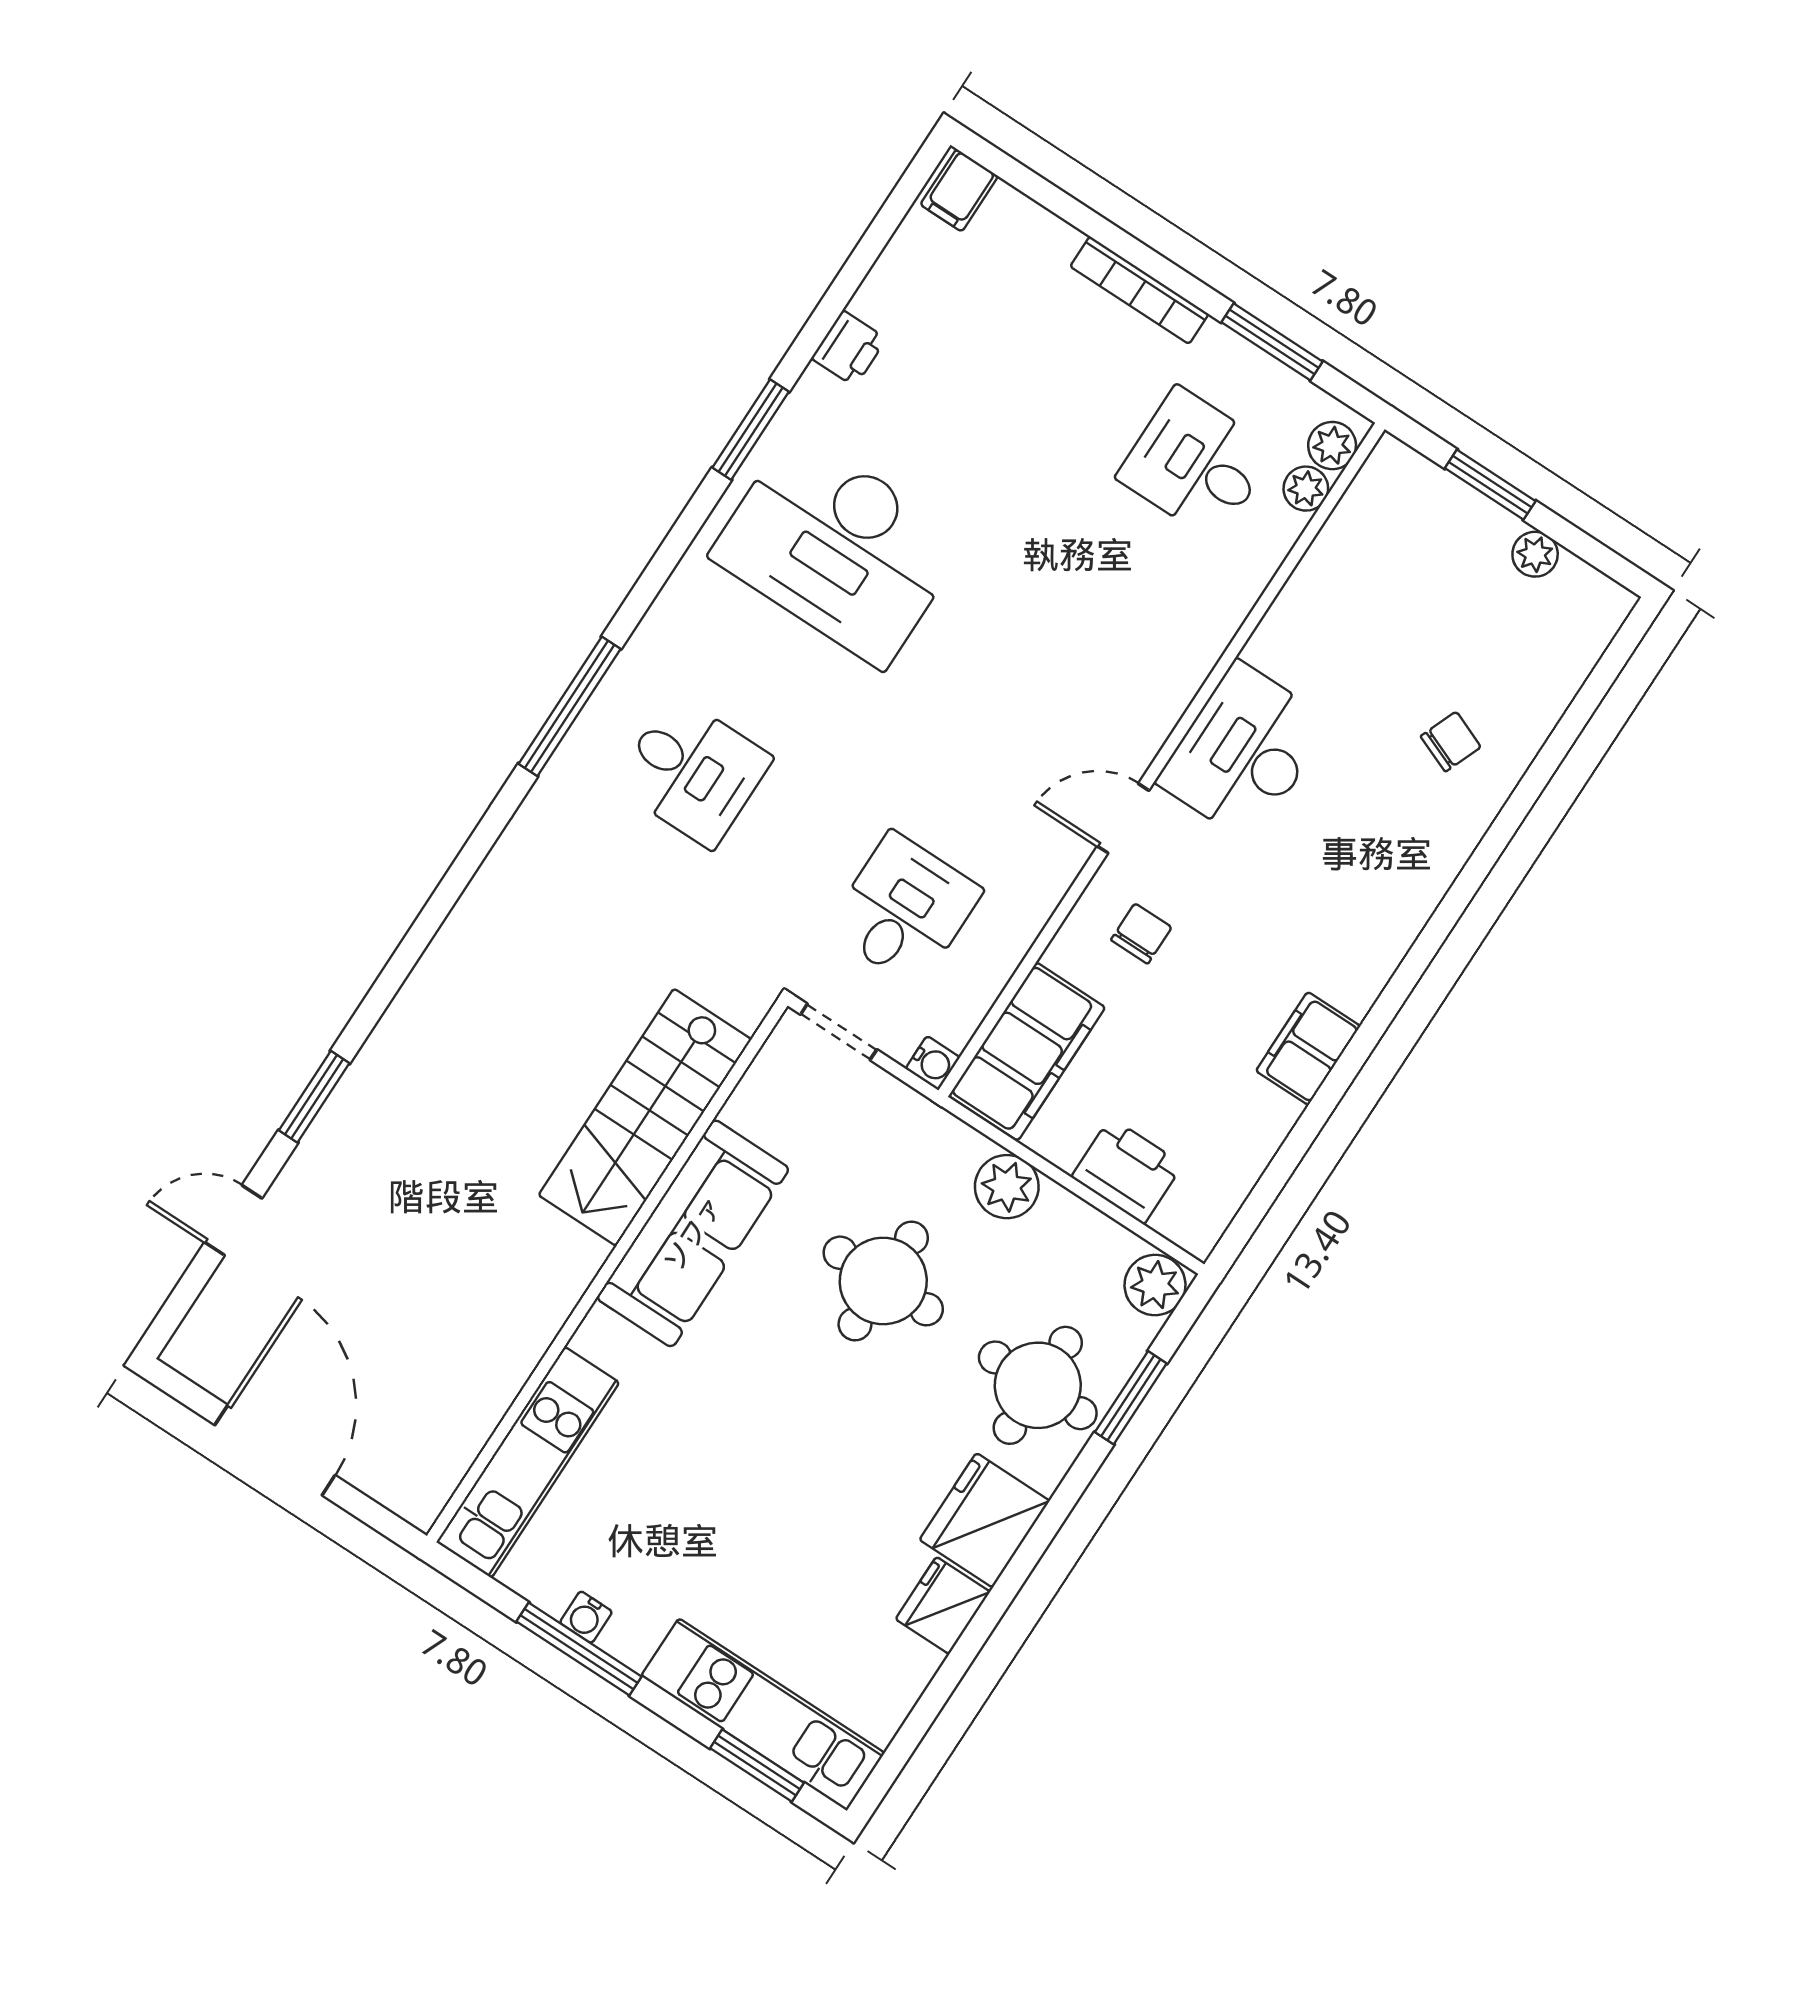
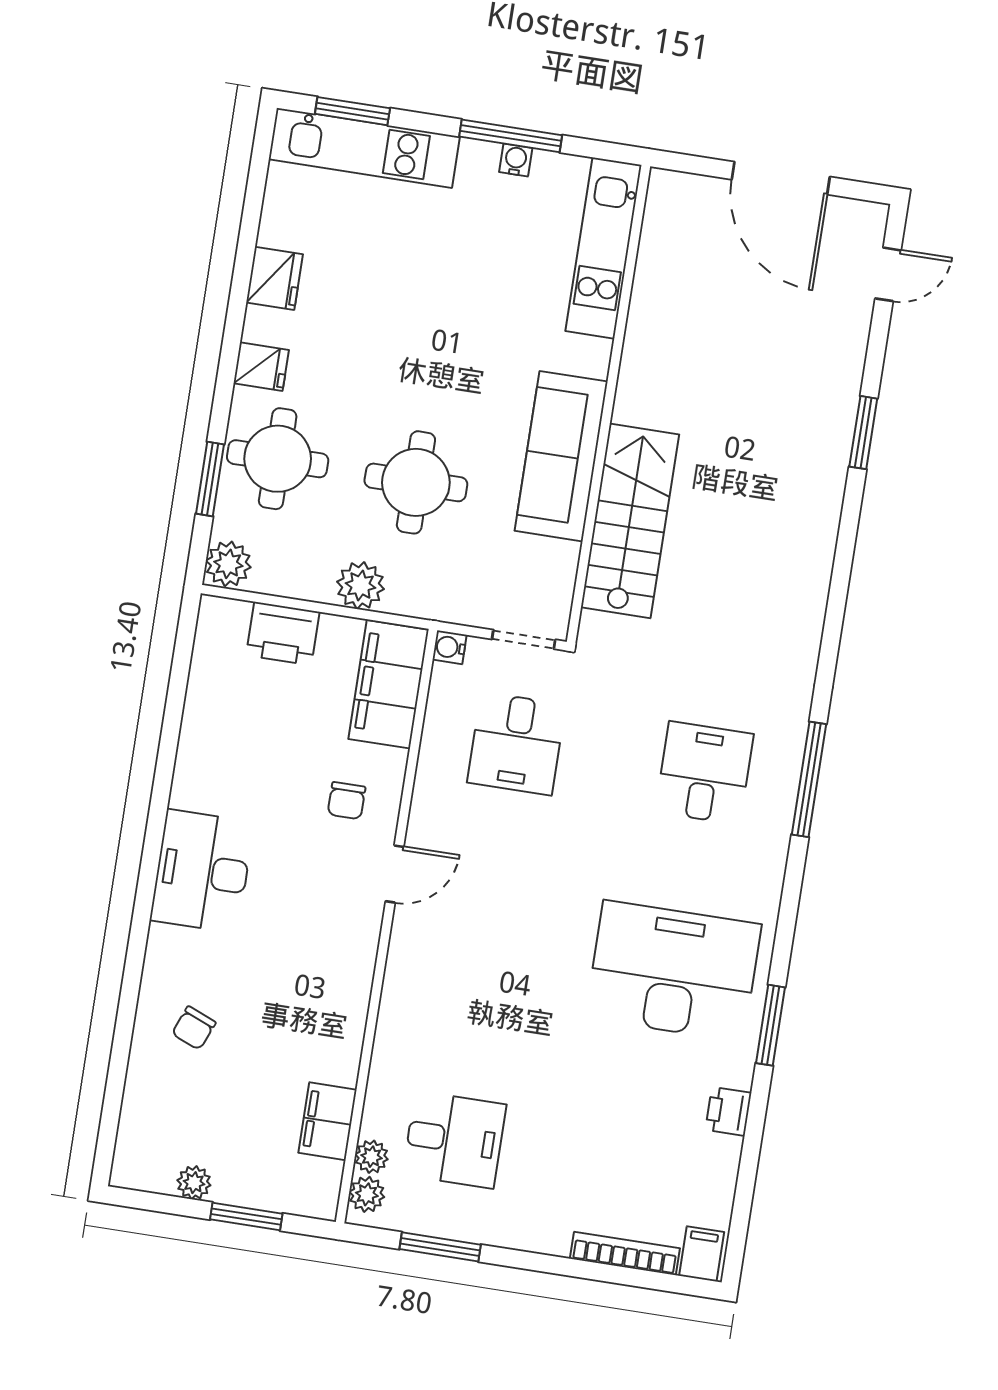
bookcase: (1139, 290) -> (625, 1253), moved
desk: (1244, 752) -> (202, 871), moved, turned 180
desk: (693, 771) -> (704, 773), turned 90
filing cabinet: (1308, 1049) -> (328, 1121), moved, turned 180
door: (233, 1220) -> (888, 274), moved
fridge: (985, 1520) -> (261, 367), width x0.53, depth x0.75

